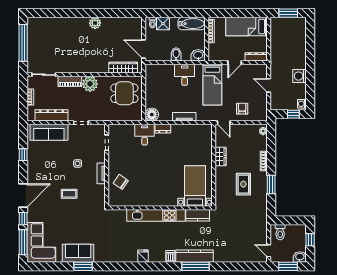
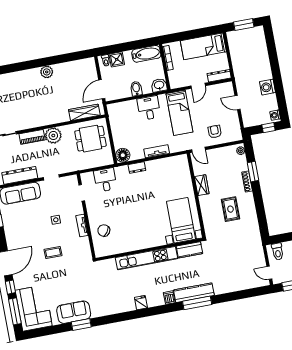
door: (144, 49) -> (102, 89), hinge flipped
desk: (145, 135) -> (105, 180), moved
window: (271, 184) -> (253, 172), moved

